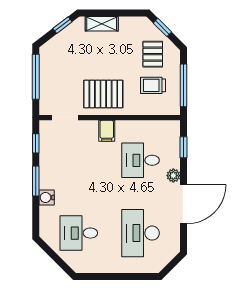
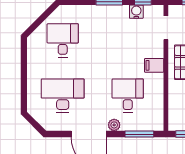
window: (184, 147) -> (139, 134), width x1.50
water cooler: (47, 197) -> (136, 12), moved

